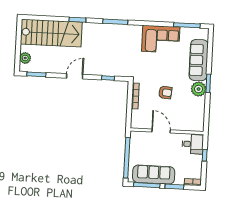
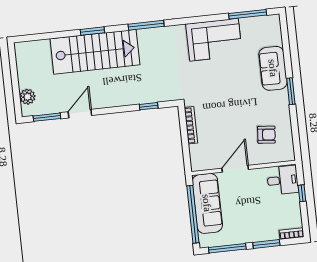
stairs: (51, 33) -> (95, 52), moved
sofa: (199, 60) -> (273, 68), width x0.73
door: (75, 76) -> (80, 114), moved
plant: (199, 89) -> (278, 101), removed
armchair: (165, 92) -> (266, 135), moved
door: (161, 131) -> (235, 169), hinge flipped
sofa: (154, 175) -> (207, 203), moved, turned 90

